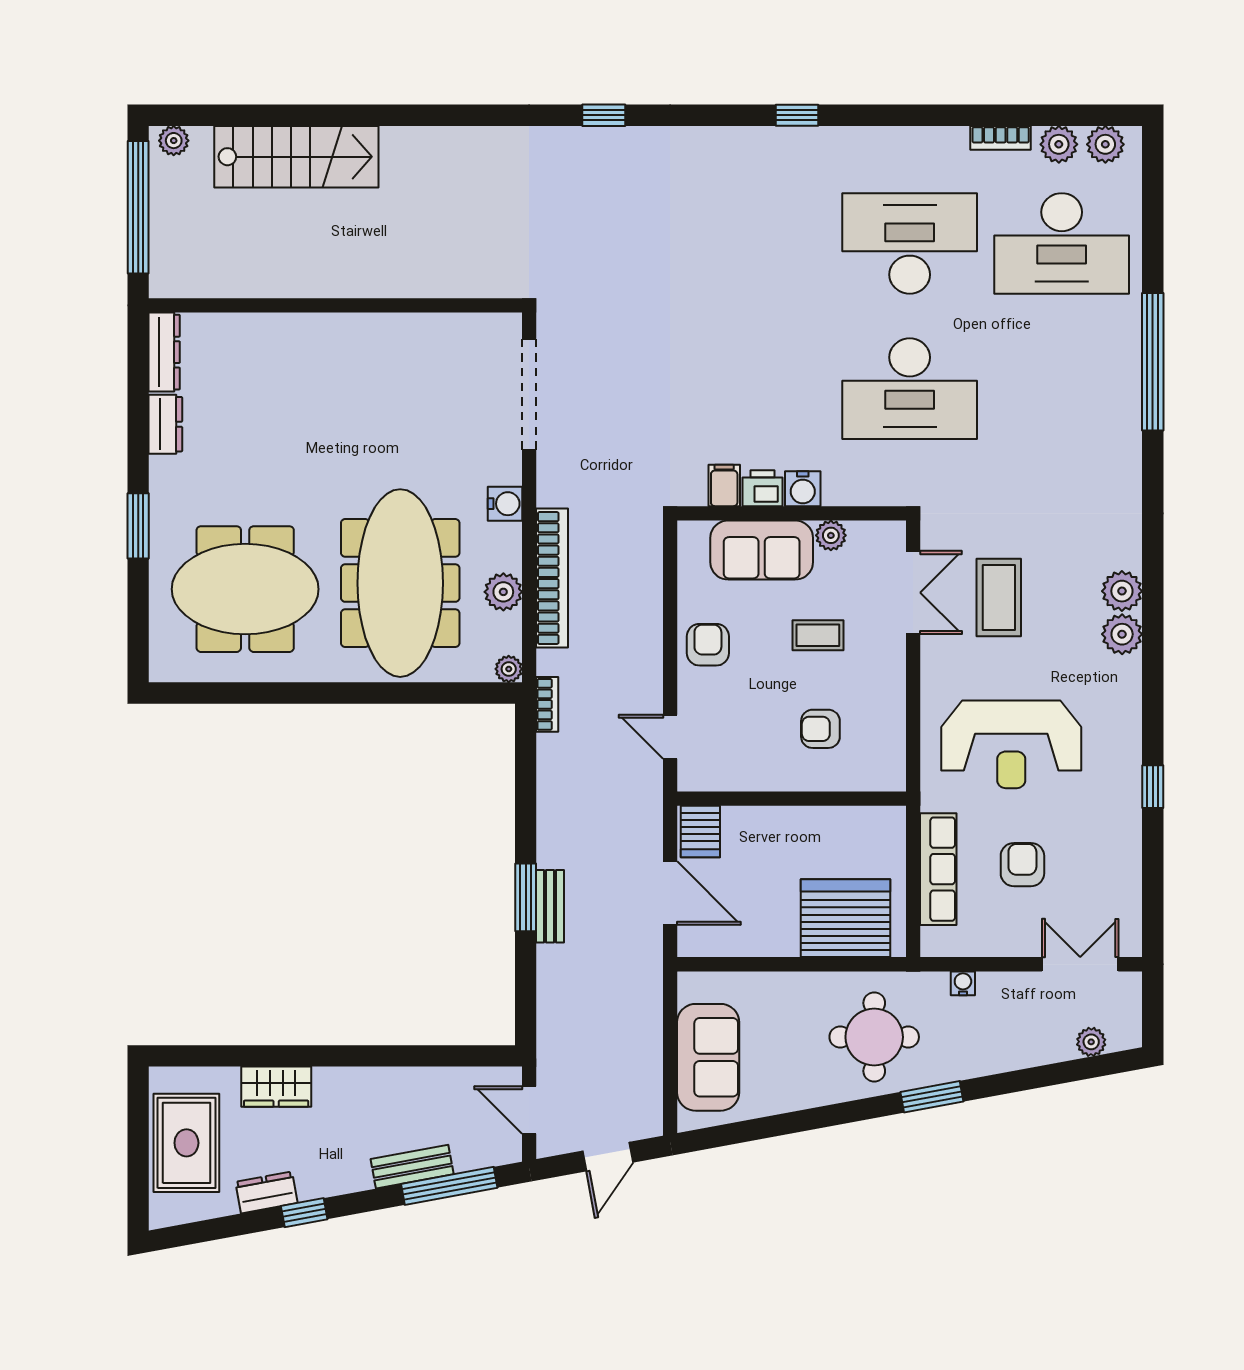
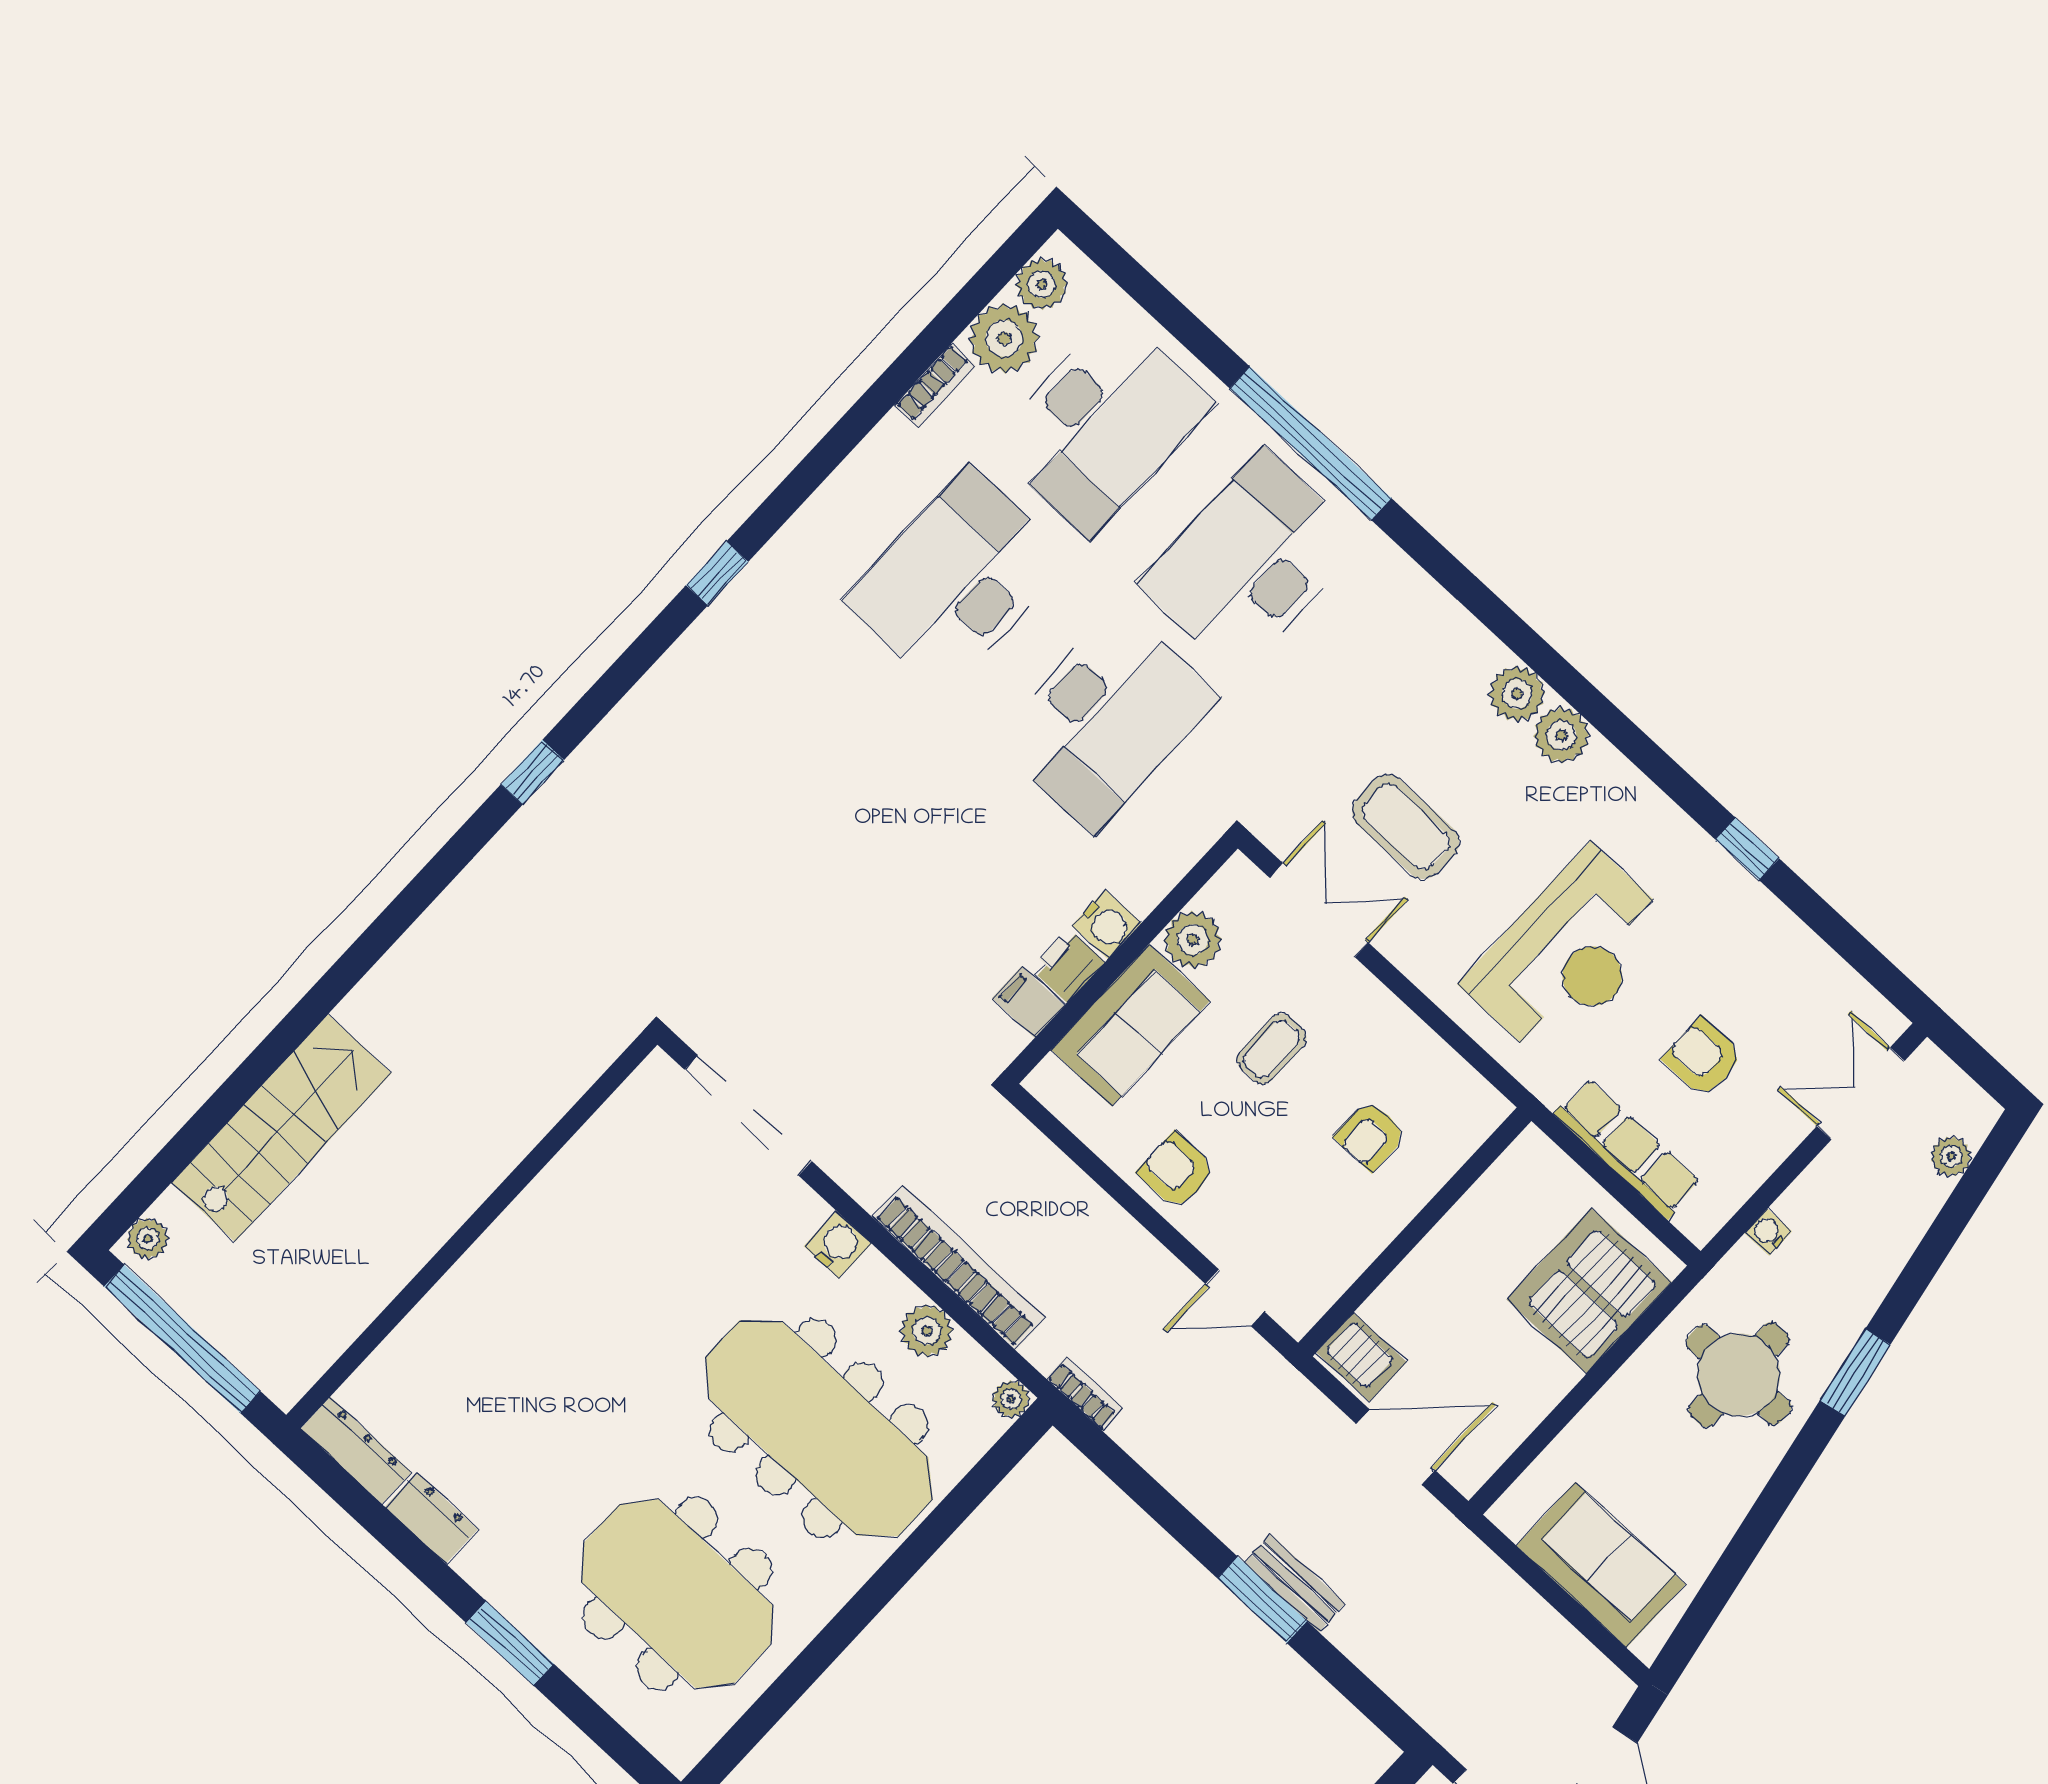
plant: (1059, 144) -> (1004, 338), width x1.36, depth x1.36
desk: (1062, 389) -> (1251, 562), added
plant: (831, 535) -> (1193, 940), width x1.38, depth x1.38
meeting table: (245, 589) -> (677, 1594), turned 90

